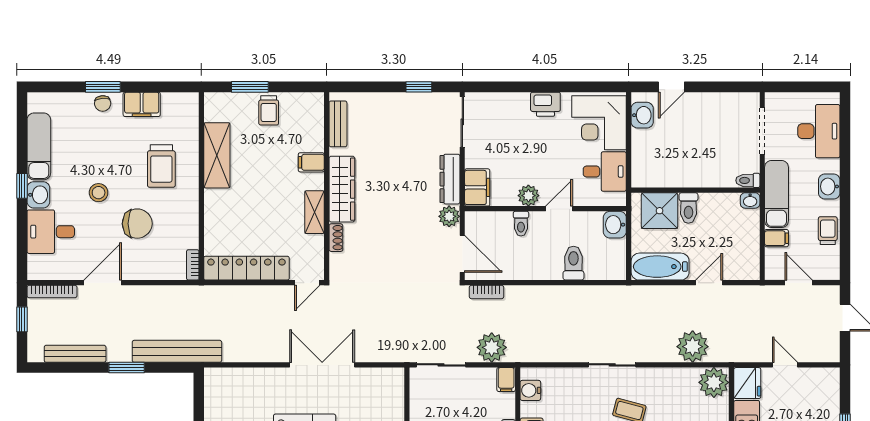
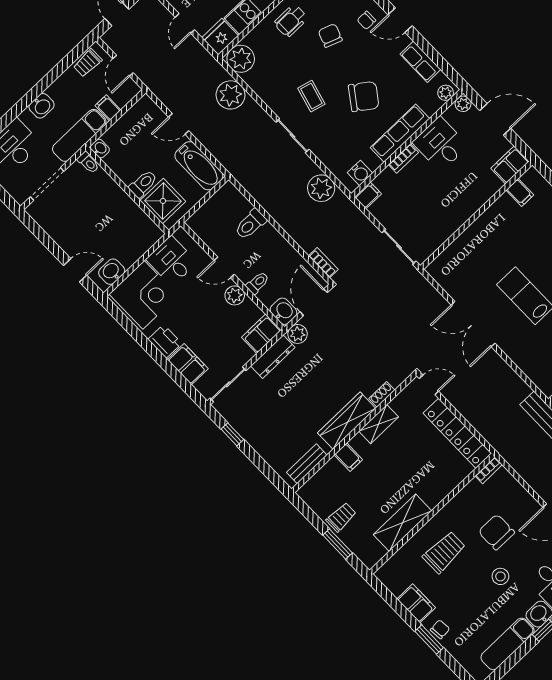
filing cabinet: (509, 105) -> (188, 364), added
washbasin: (615, 225) -> (284, 311), moved, turned -90
trolley: (828, 231) -> (88, 63), moved
plant: (492, 347) -> (321, 188), moved

